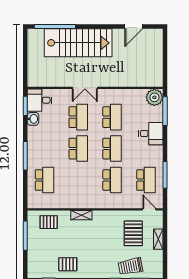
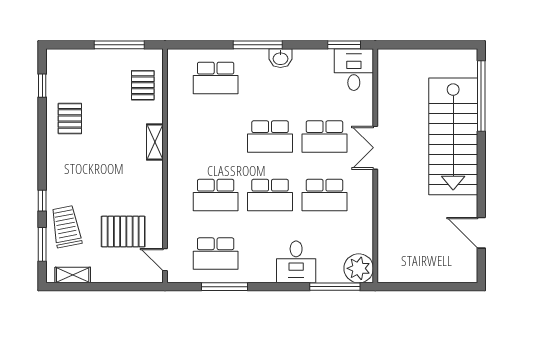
washbasin: (33, 119) -> (280, 58), moved
door: (149, 209) -> (165, 260), swing flipped
shelving: (158, 239) -> (73, 275), moved

